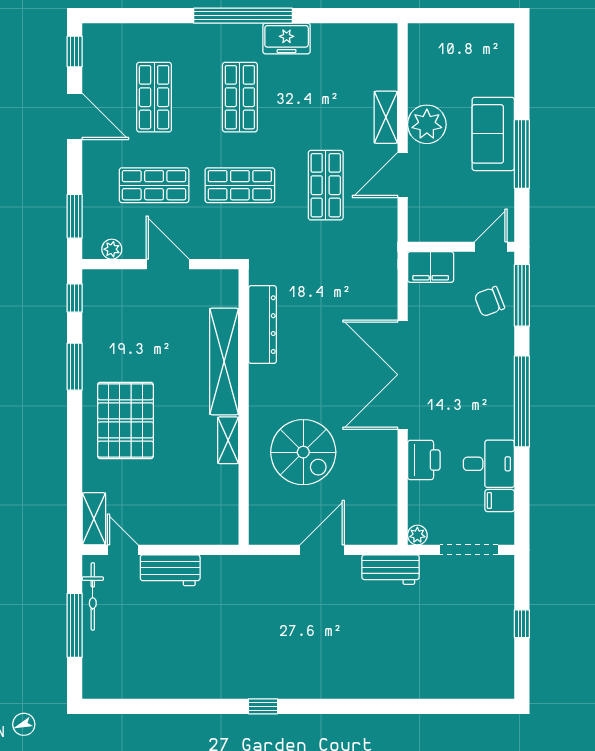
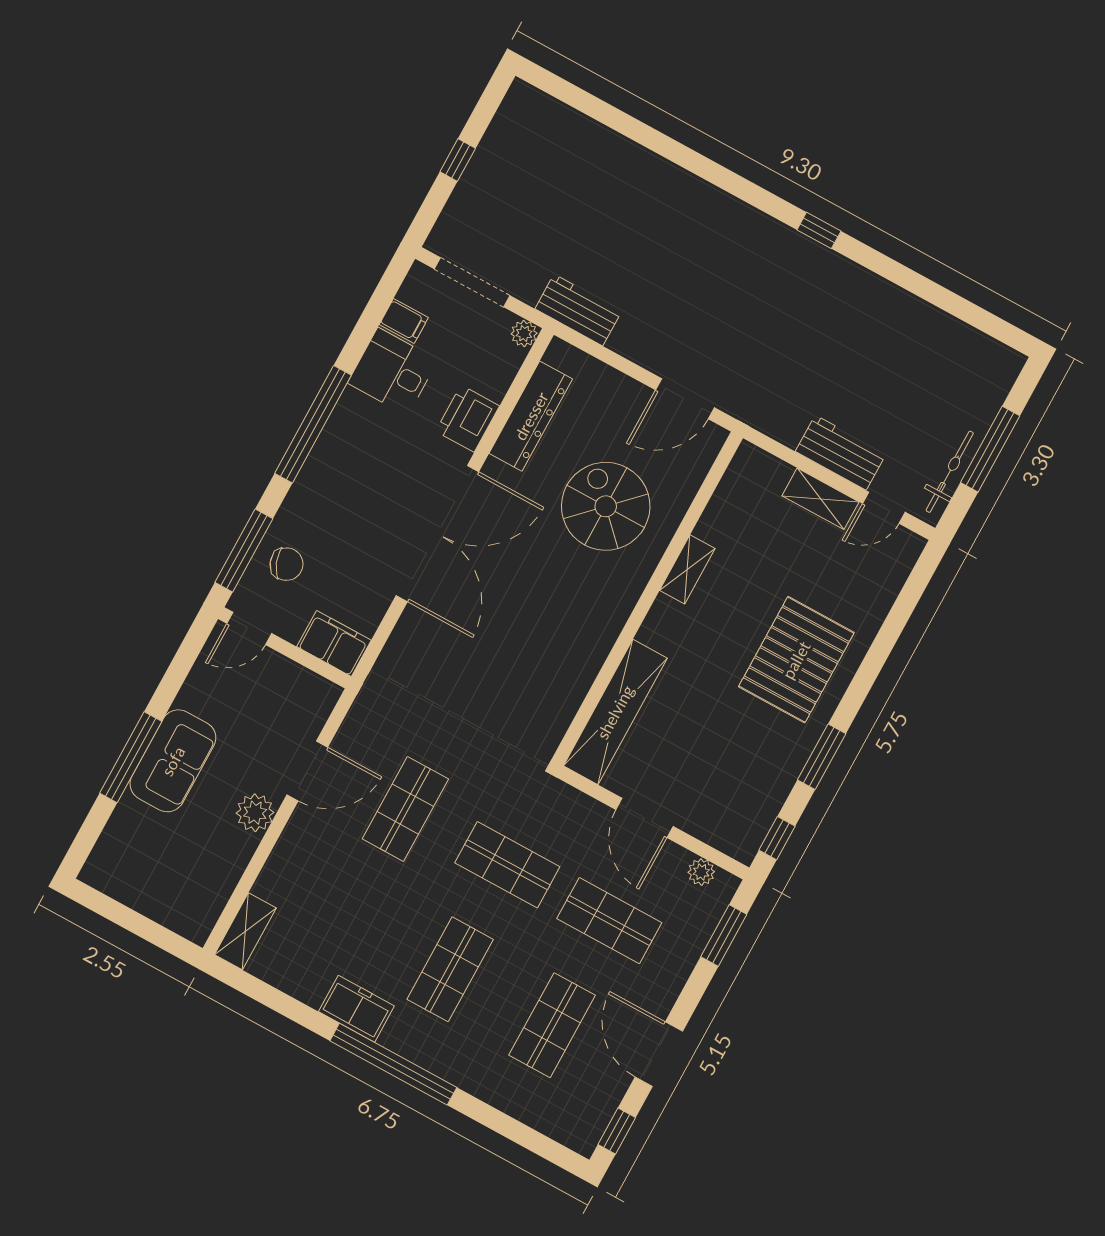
shelving: (386, 117) -> (245, 931), moved
plant: (427, 124) -> (255, 813), width x0.73, depth x0.73
window: (522, 154) -> (131, 757), moved
dresser: (262, 325) -> (531, 416), moved, turned 180
shelving: (224, 361) -> (615, 712), moved
shelving: (94, 519) -> (820, 499), moved, turned 90
door: (123, 550) -> (884, 508), hinge flipped
door: (322, 550) -> (685, 399), moved

